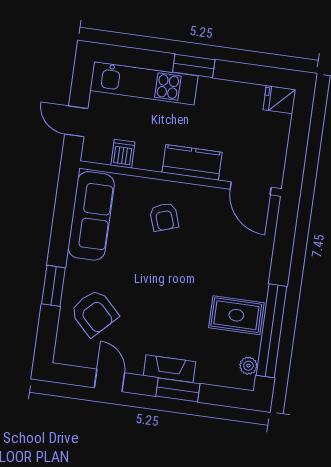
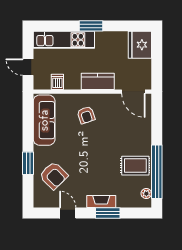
fridge: (279, 100) -> (140, 45), width x1.88, depth x1.34

